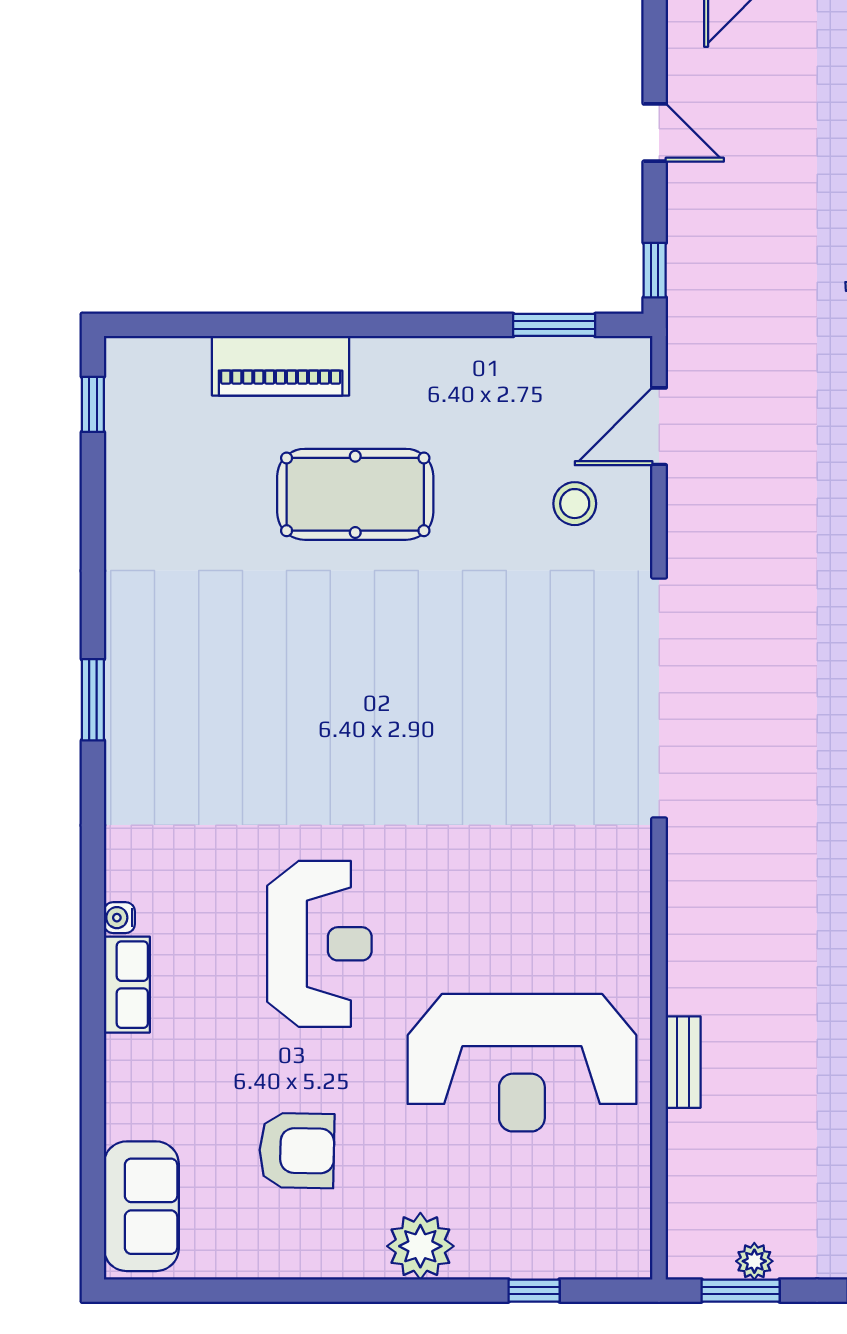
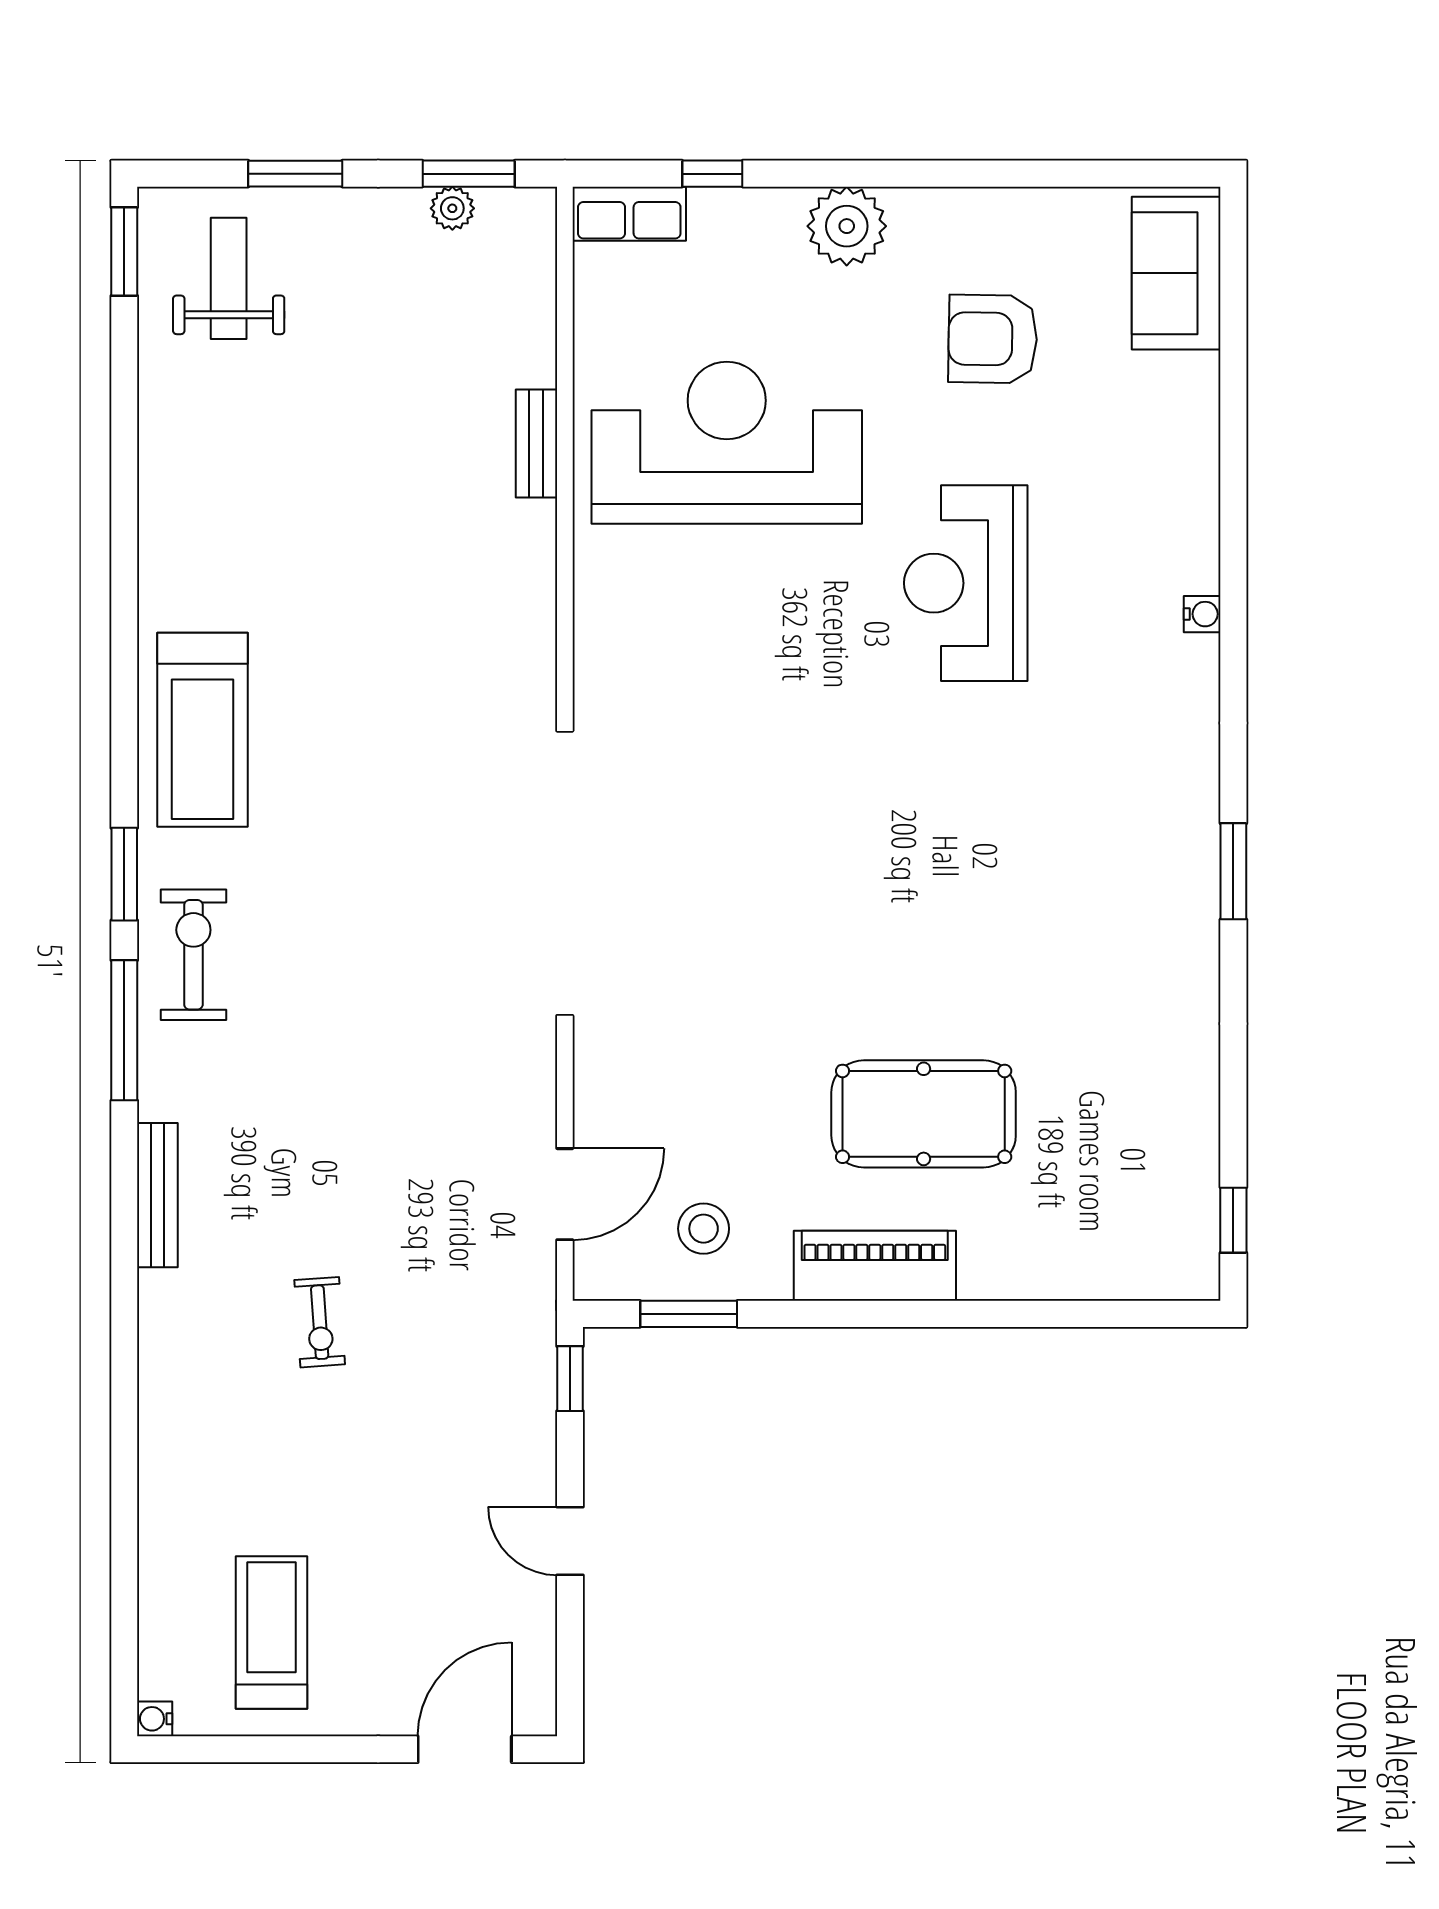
piano: (281, 366) -> (875, 1266), moved
stool: (575, 504) -> (704, 1229), moved
row of seats: (127, 985) -> (629, 214), moved, turned -90

